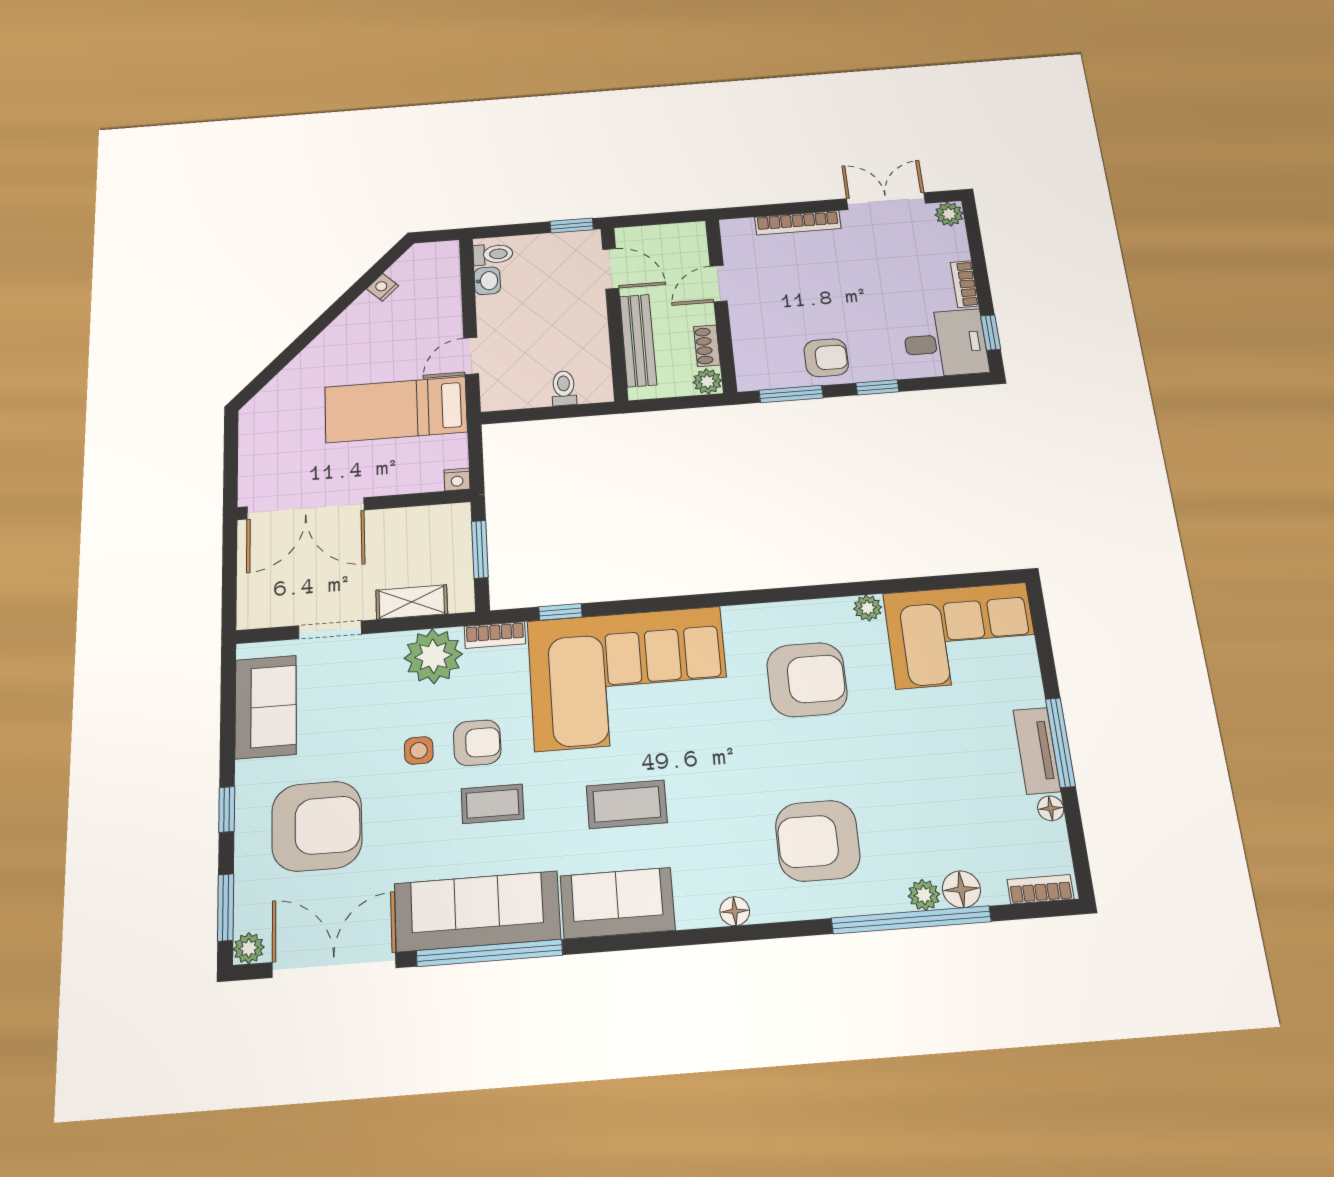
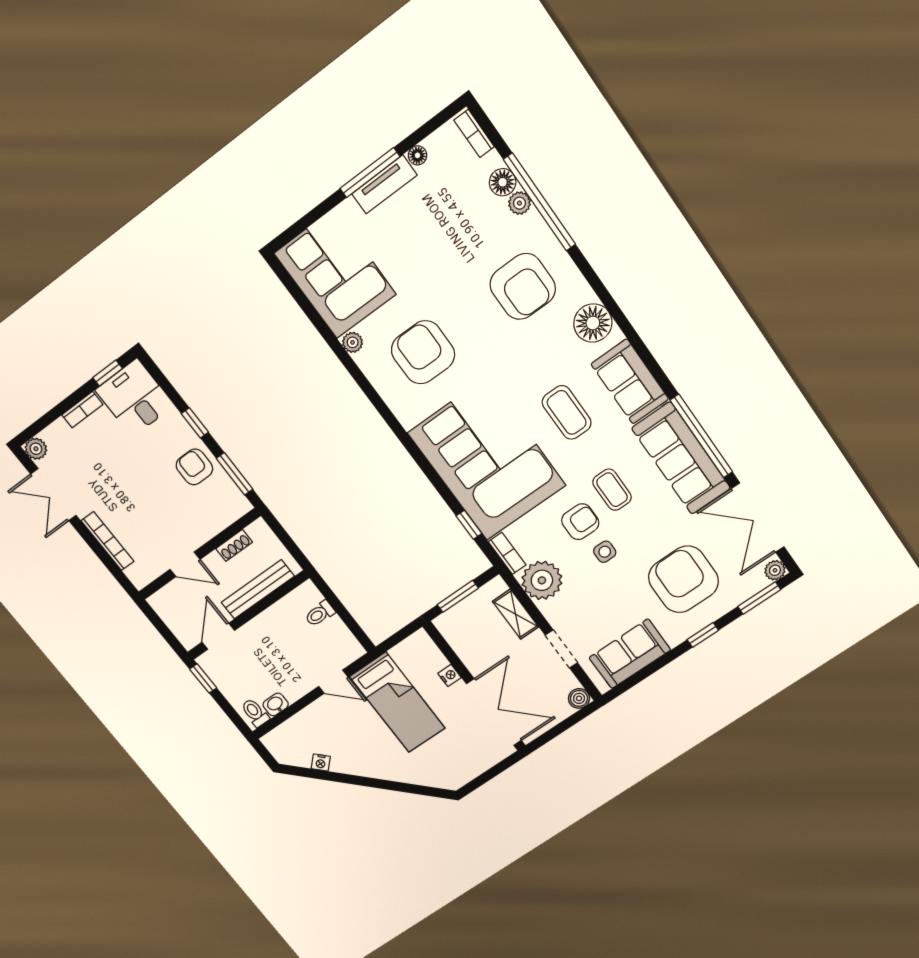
plant: (707, 381) -> (259, 530), removed
nightstand: (457, 479) -> (450, 675), moved
boiler: (252, 615) -> (579, 698), added
armchair: (477, 743) -> (580, 522), turned 90
floor lamp: (735, 911) -> (593, 323), width x1.89, depth x1.89

